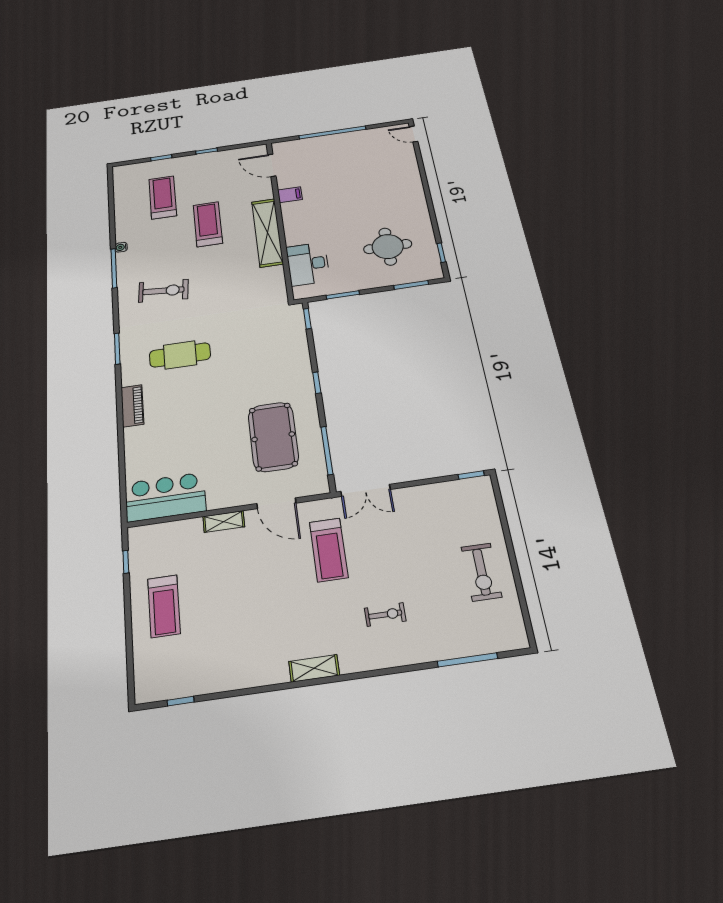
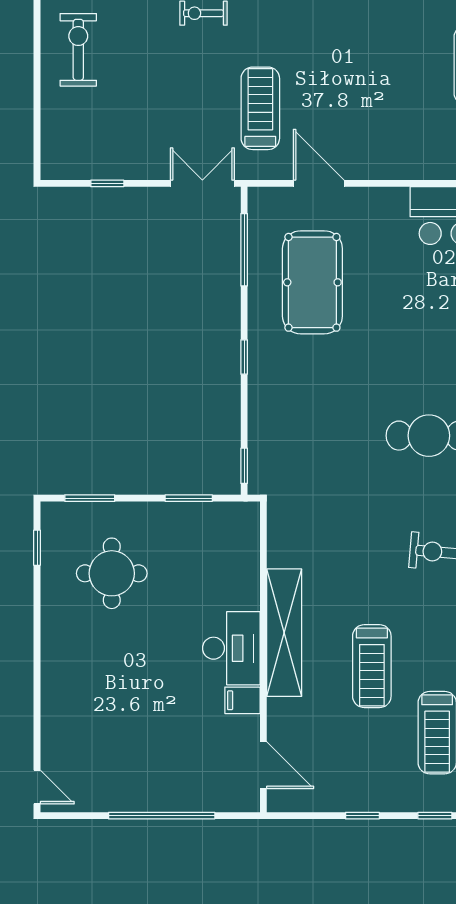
desk: (308, 264) -> (231, 648), moved
window: (471, 475) -> (107, 183), moved
shelving: (224, 522) -> (389, 168), removed

